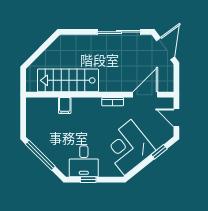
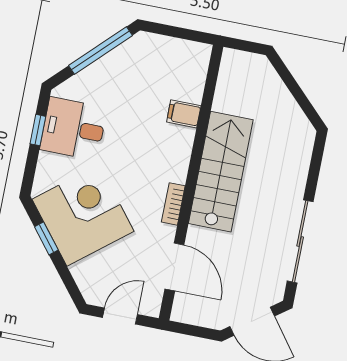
stairs: (68, 80) -> (221, 172), moved
window: (159, 152) -> (46, 238), moved

